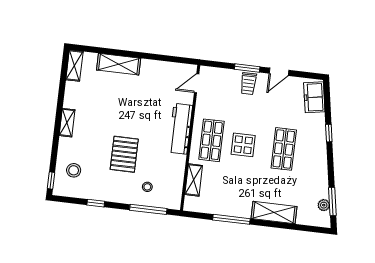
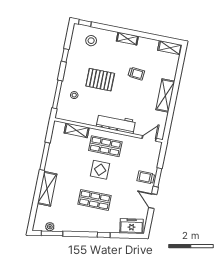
shelving: (119, 64) -> (165, 95), moved
door: (197, 83) -> (149, 138), hinge flipped
trolley: (112, 107) -> (136, 74), added

